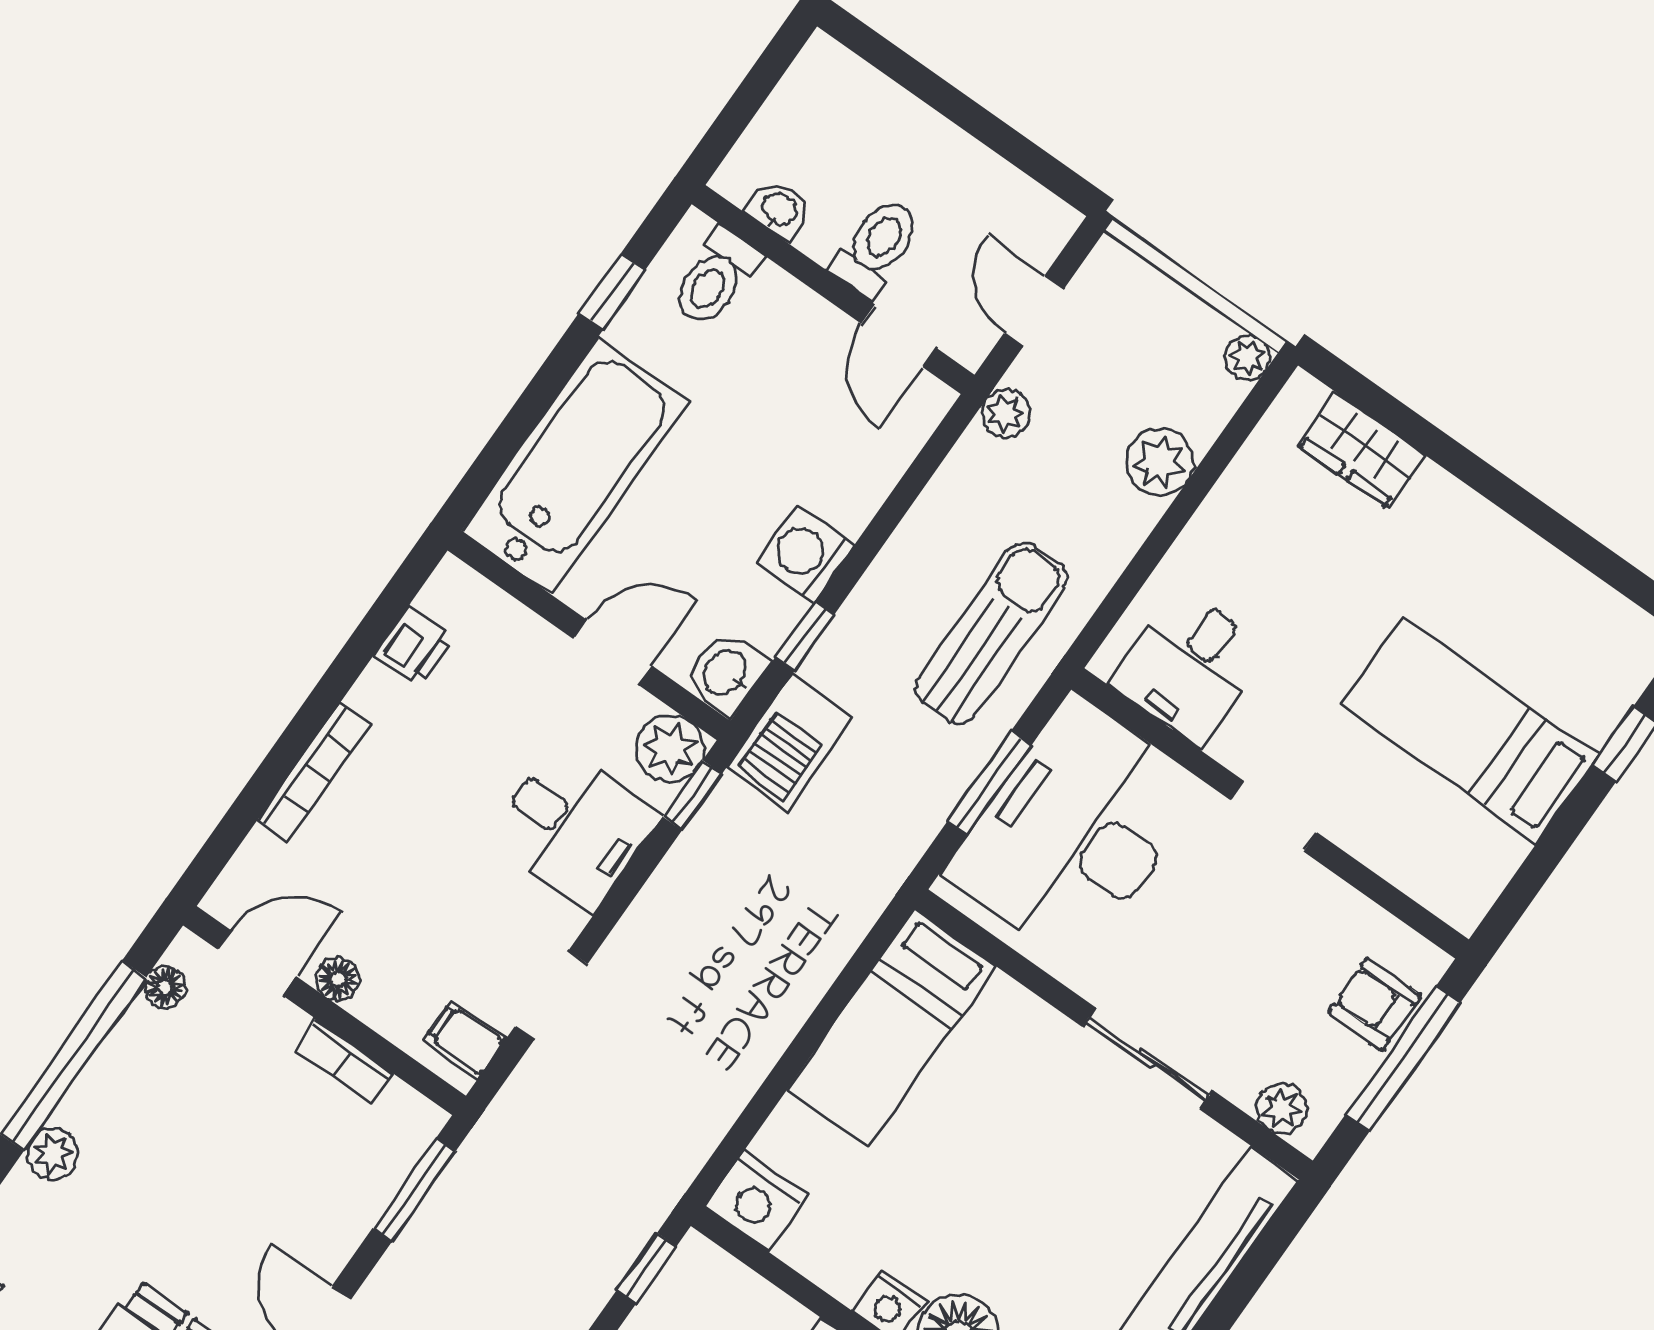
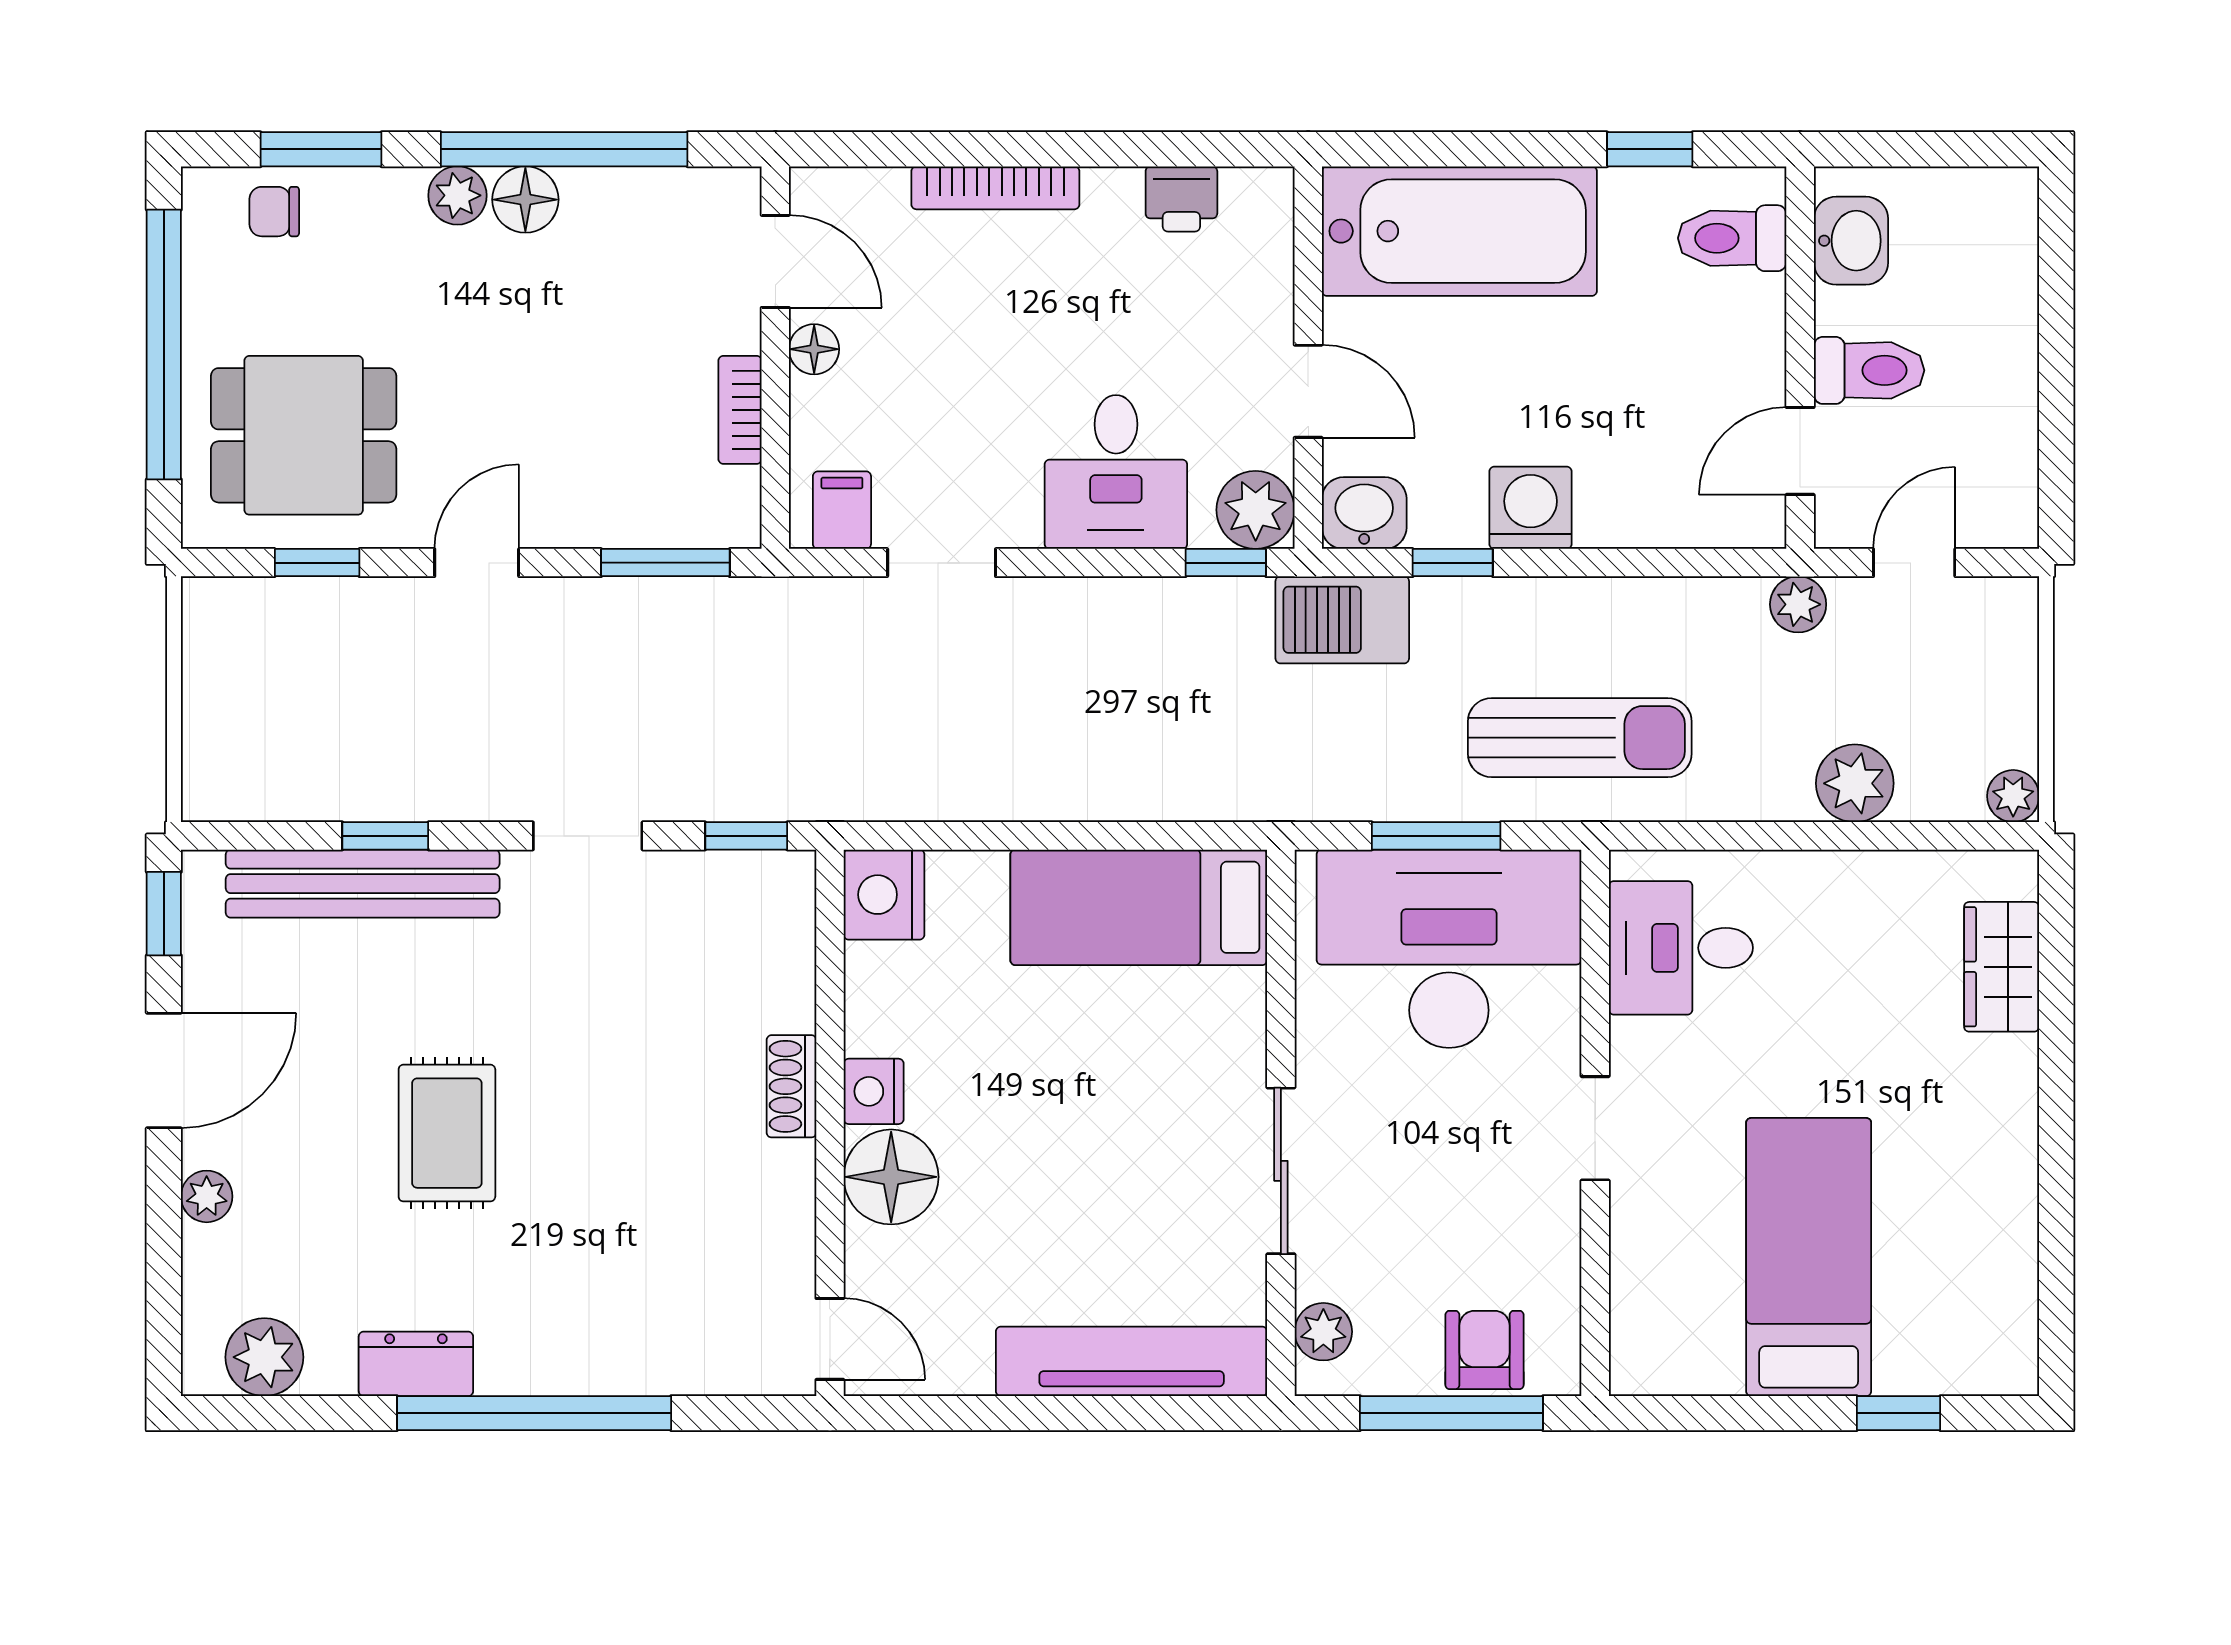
washbasin: (779, 210) -> (1851, 241), width x1.38, depth x1.45
floor lamp: (165, 987) -> (525, 200), moved, width x1.37, depth x1.37

